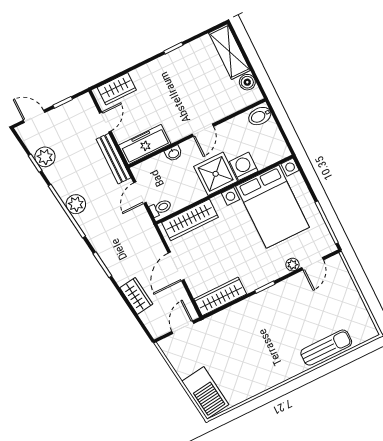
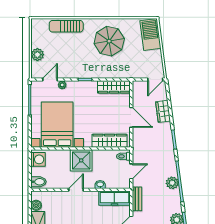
bench: (113, 159) -> (137, 199), width x0.73
washing machine: (244, 166) -> (38, 159), moved, turned -90
door: (176, 266) -> (131, 117), hinge flipped
plant: (347, 289) -> (37, 55), added
door: (183, 327) -> (155, 80), moved
parasol: (257, 356) -> (109, 41), added

